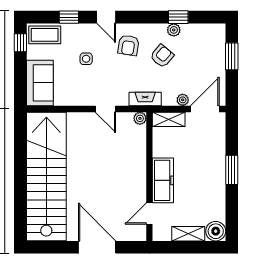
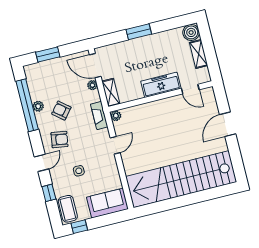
window: (178, 17) -> (27, 105), width x3.17
door: (97, 247) -> (228, 124), width x0.73

